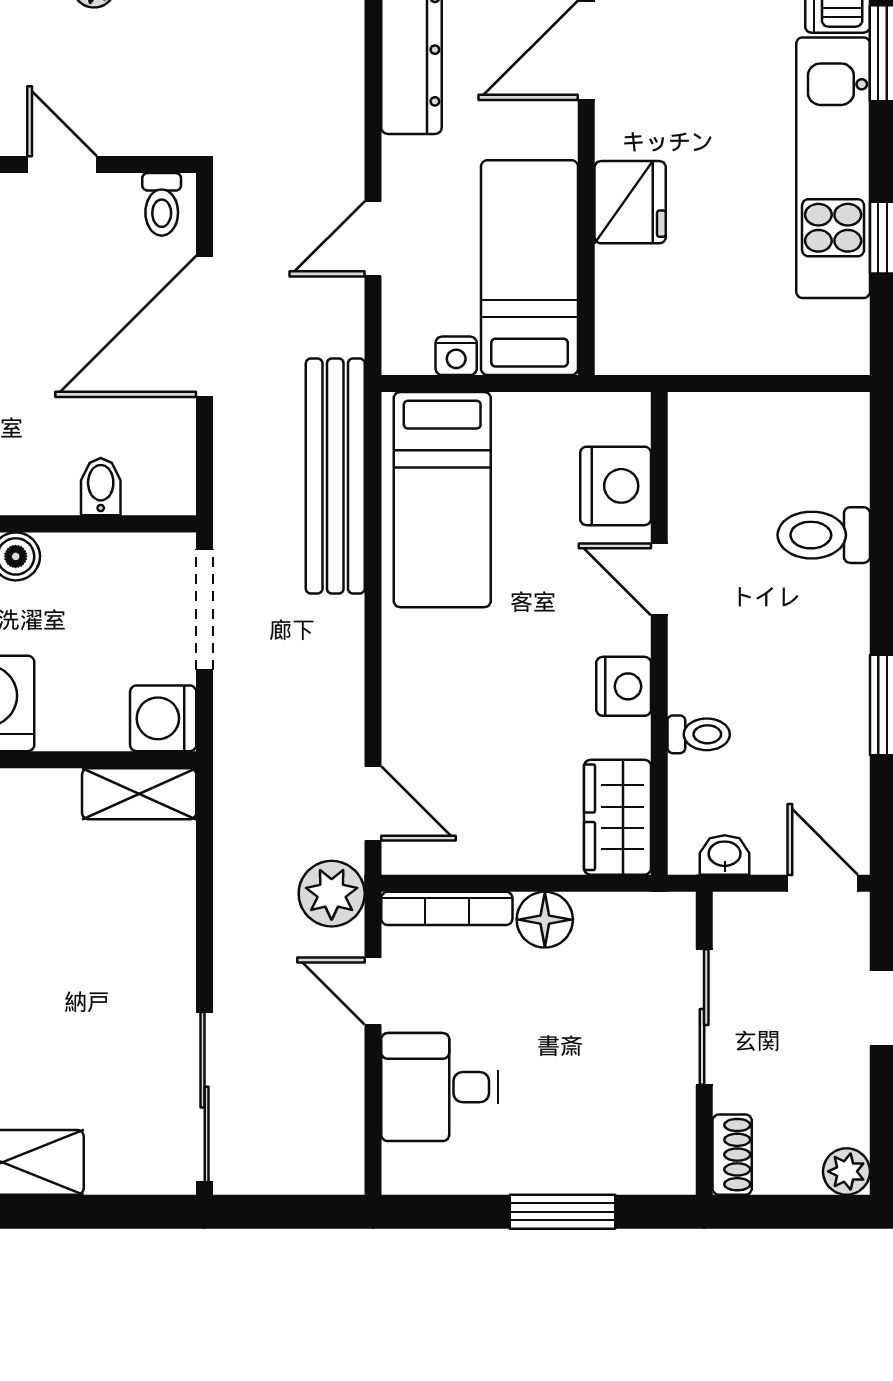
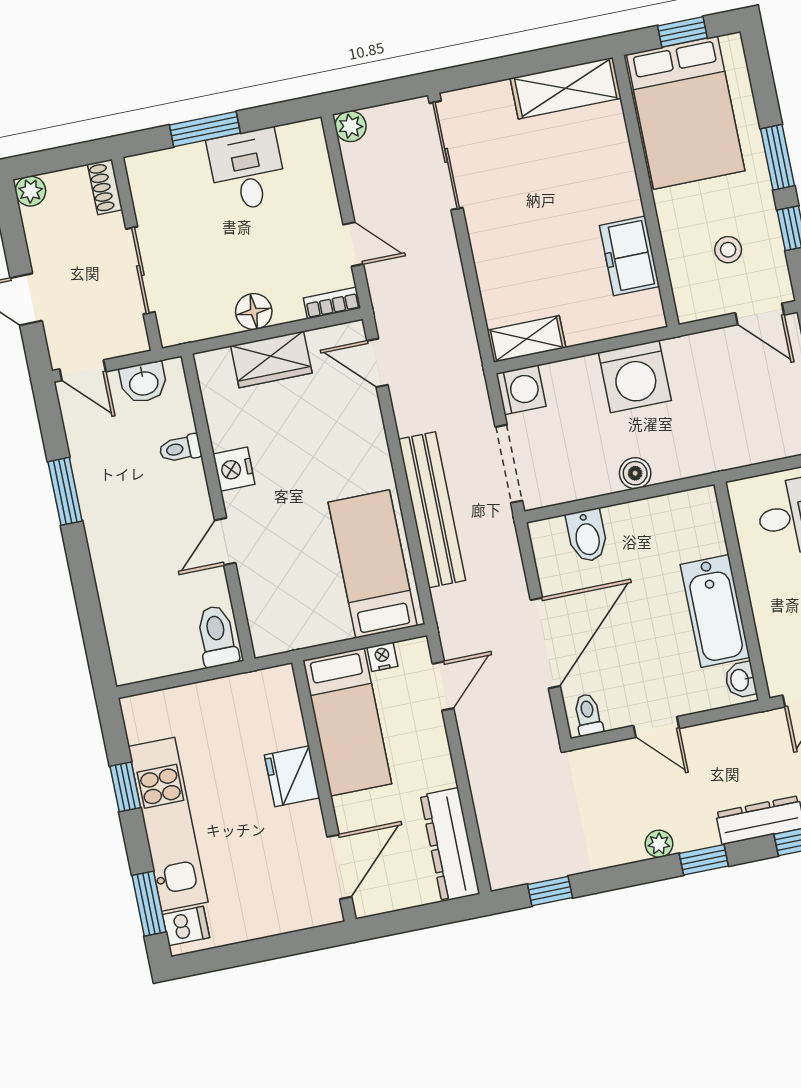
door: (373, 239) -> (443, 686), moved
bench: (335, 476) -> (432, 510), moved
nightstand: (616, 486) -> (265, 595), removed
bidet: (101, 487) -> (587, 536), width x1.38, depth x1.36
toilet: (824, 535) -> (217, 636), moved, turned -90
door: (659, 579) -> (225, 542), swing flipped
wardrobe: (617, 817) -> (271, 359), moved, turned 90
washbasin: (725, 855) -> (144, 382), width x1.38, depth x1.45
plant: (332, 894) -> (351, 126), moved, width x0.73, depth x0.73
bookcase: (447, 908) -> (332, 303), width x0.64
desk: (440, 1087) -> (247, 170), moved, turned -90

